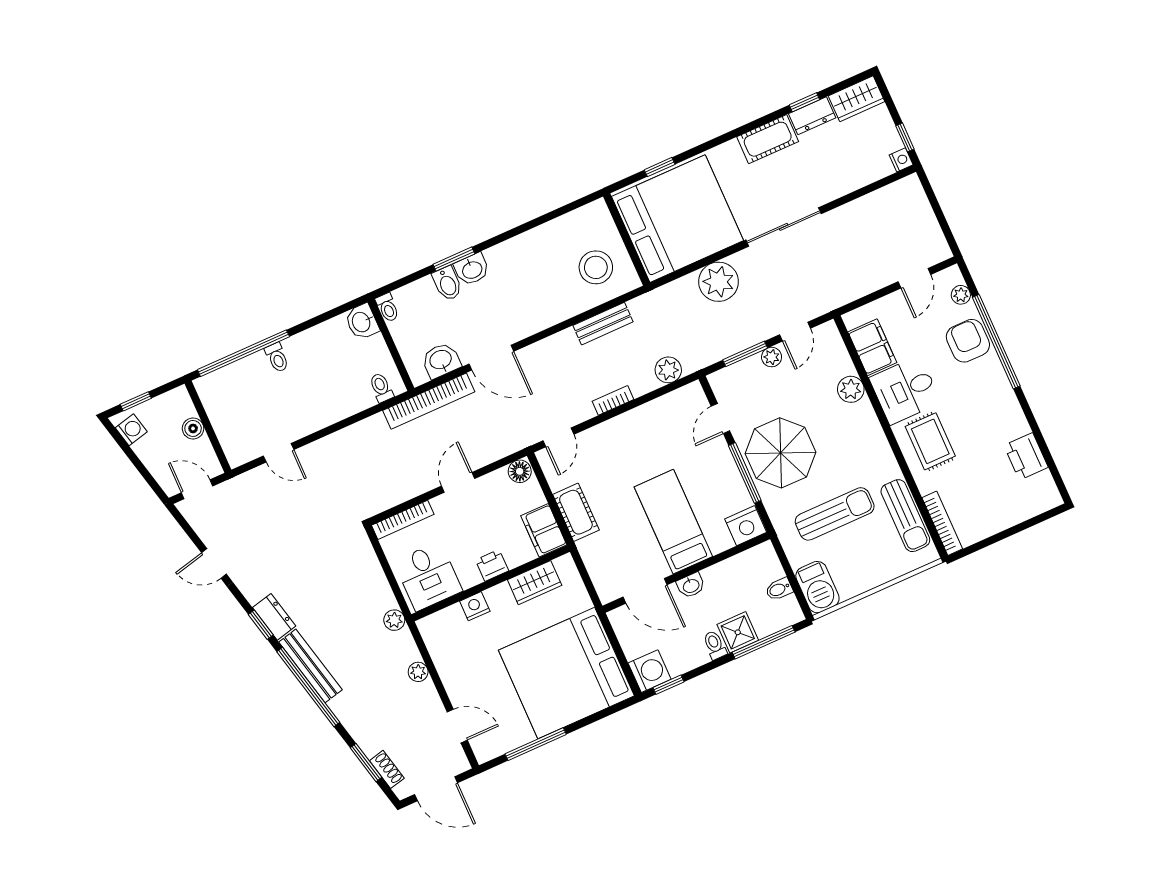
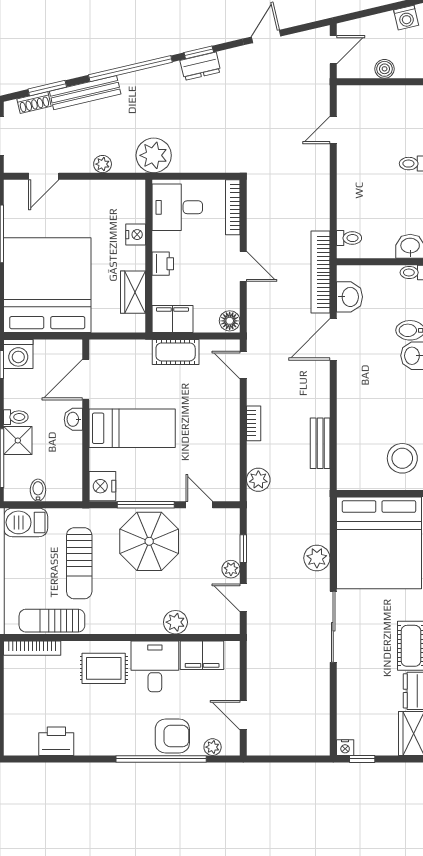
stool: (596, 267) -> (402, 458), moved
plant: (719, 282) -> (317, 558), width x0.73, depth x0.73
window: (745, 354) -> (243, 549), width x0.67
plant: (394, 620) -> (154, 155), width x1.87, depth x1.87
bench: (310, 666) -> (85, 93), moved

